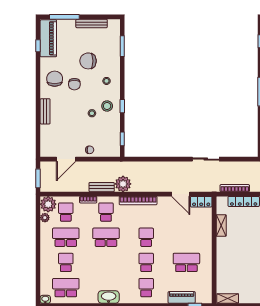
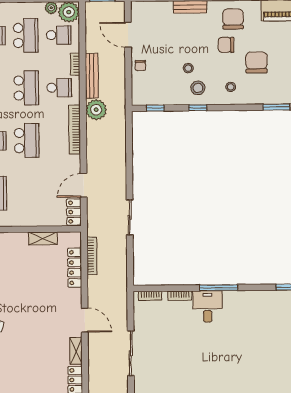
chair: (55, 79) -> (233, 19), turned -90
bench: (102, 187) -> (92, 76), width x1.36
school desk: (146, 237) -> (27, 141), width x1.85

